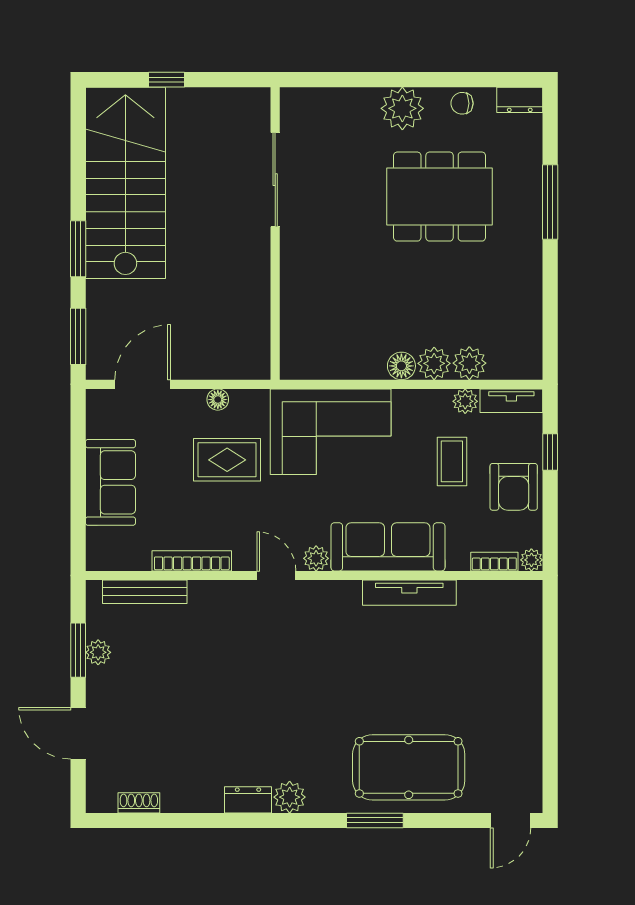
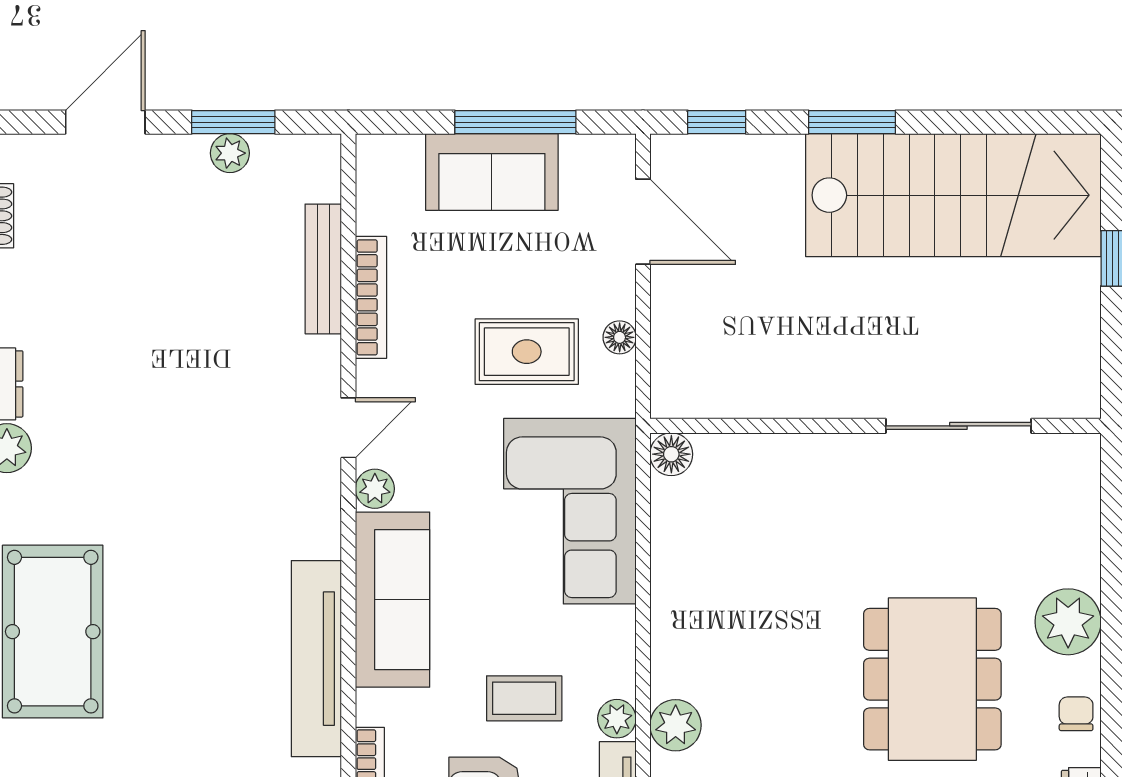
window: (78, 336) -> (717, 122), width x0.67
plant: (434, 363) -> (675, 671), removed
floor lamp: (401, 366) -> (671, 454), moved
rug: (227, 460) -> (527, 352), turned 90
window: (78, 467) -> (515, 122), added
bench: (145, 592) -> (323, 269), moved
tv unit: (409, 593) -> (316, 659), width x1.36, depth x1.29

